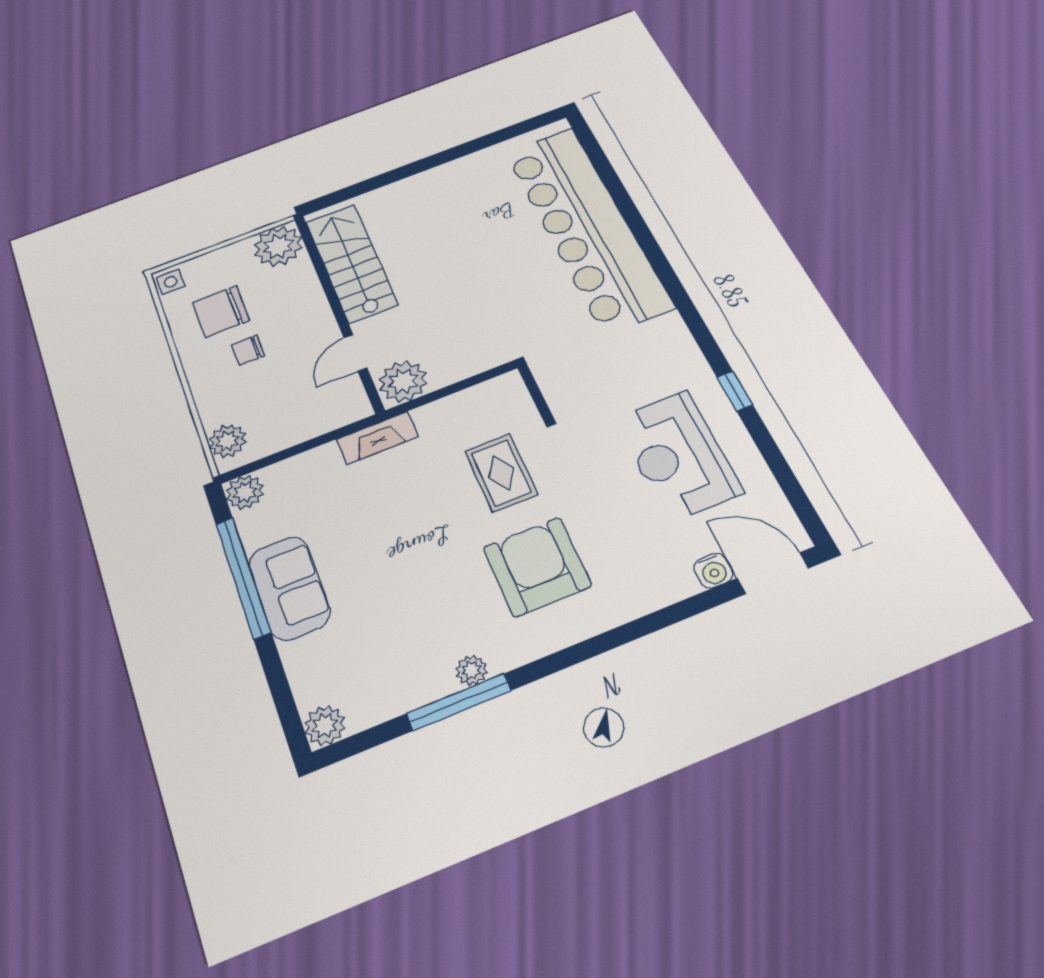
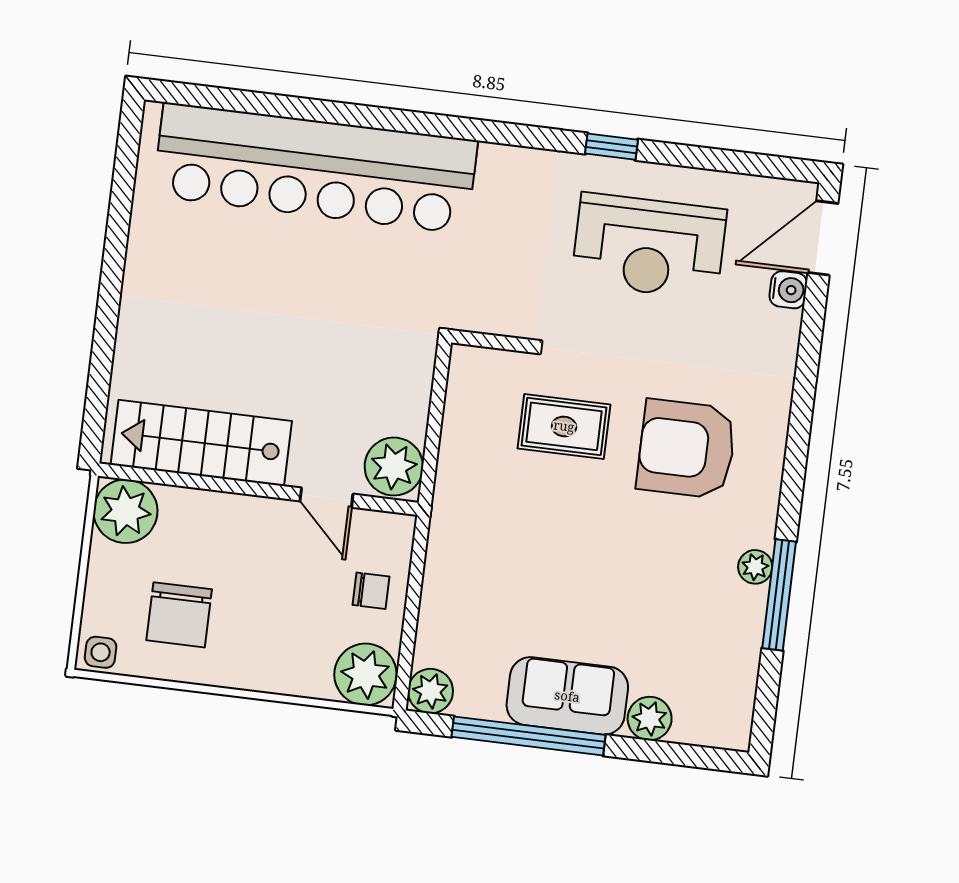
chair: (248, 350) -> (371, 591), moved, turned -90
fireplace: (377, 438) -> (447, 527), removed
plant: (227, 441) -> (365, 674), width x1.36, depth x1.36
plant: (325, 725) -> (650, 719), moved

